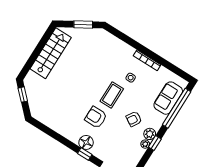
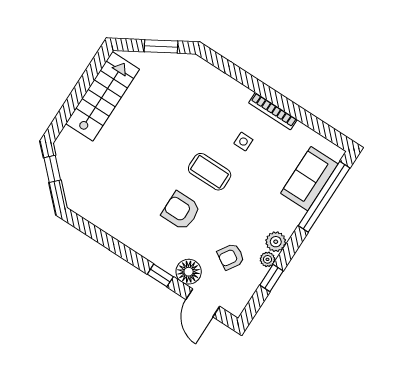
coffee table: (112, 95) -> (210, 172), turned 90
armchair: (134, 119) -> (231, 257), moved
floor lamp: (86, 142) -> (189, 272), moved
window: (155, 143) -> (272, 278), moved

